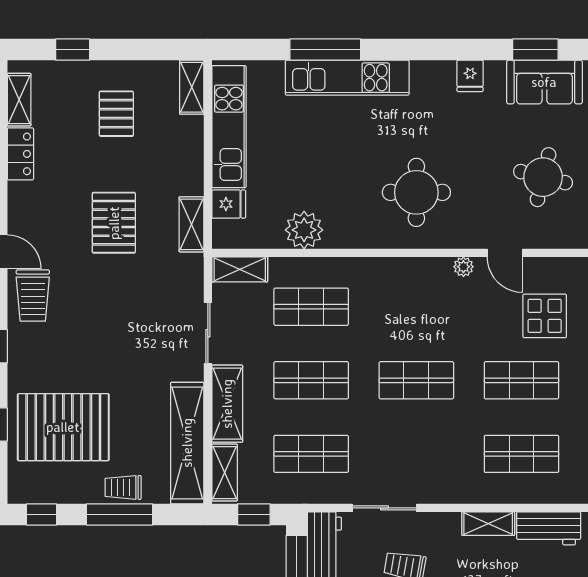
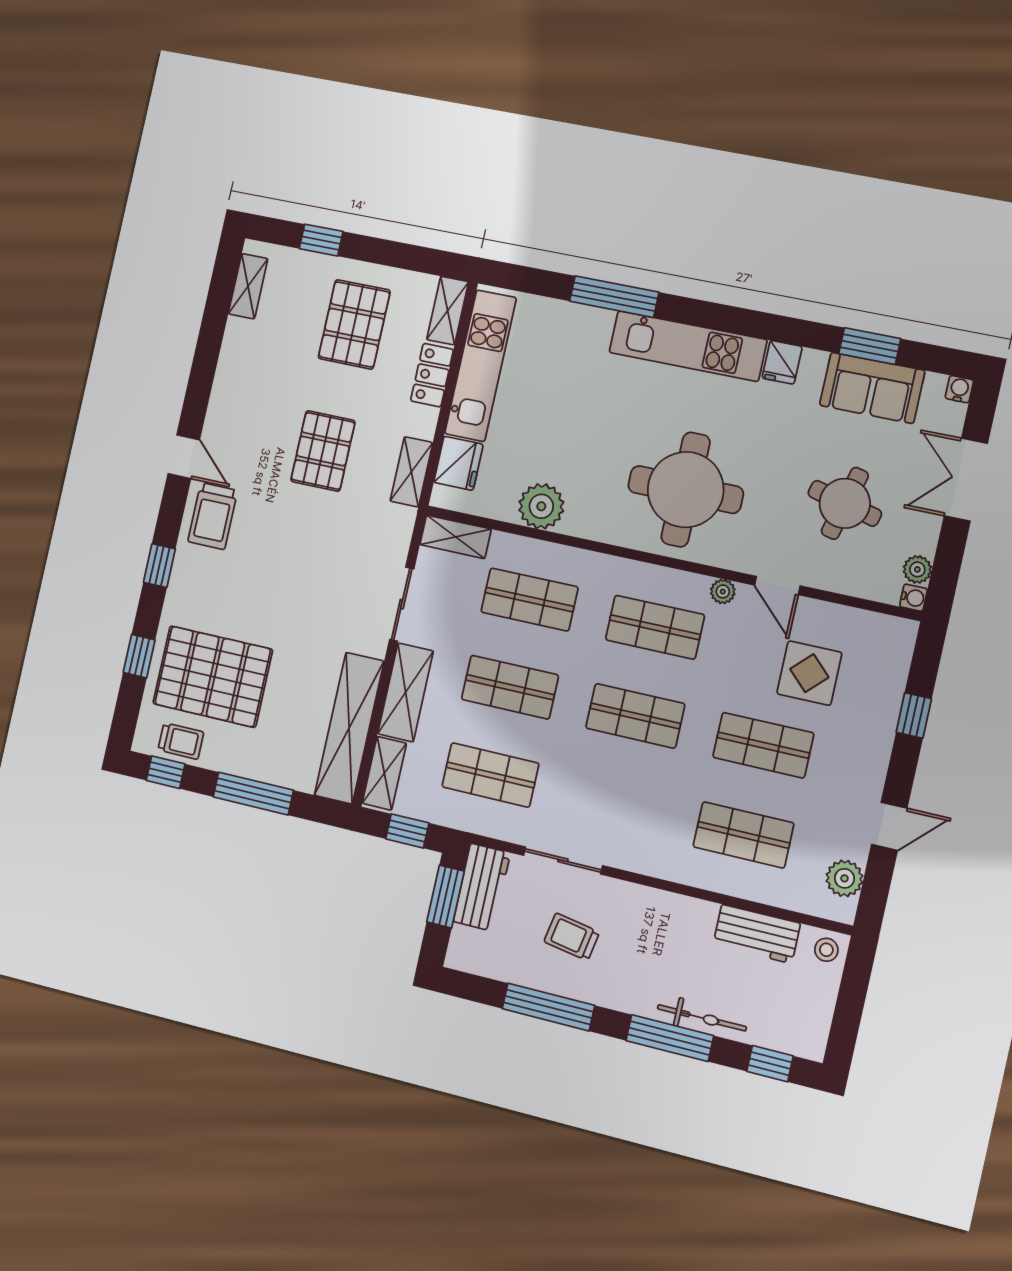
kitchen unit: (347, 78) -> (688, 346), moved
pallet: (116, 114) -> (354, 324), width x1.50, depth x1.42
locker: (20, 154) -> (432, 375), moved, turned 180
round table: (416, 192) -> (686, 490), width x1.36, depth x1.36
fridge: (229, 204) -> (458, 463), width x1.38
shop shelf: (416, 307) -> (655, 627), added
trolley: (123, 487) -> (181, 741), moved, turned 180
shelving: (488, 524) -> (684, 910), removed

